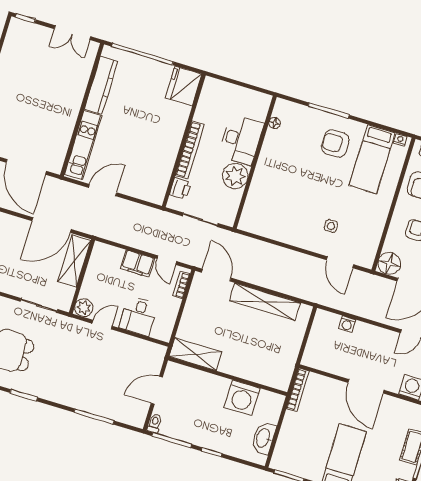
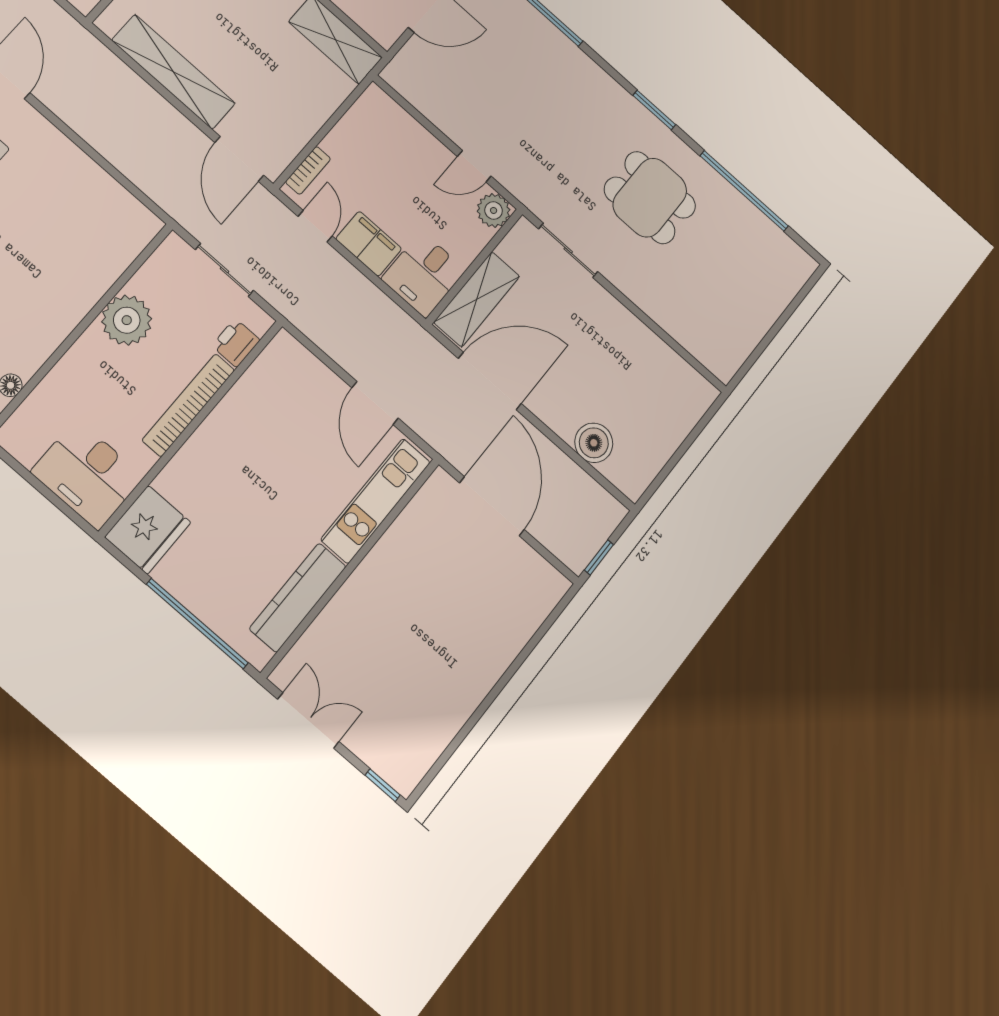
desk: (241, 140) -> (87, 474), moved, turned -90
door: (103, 190) -> (375, 403), hinge flipped
desk: (139, 316) -> (423, 274), moved, turned 180

